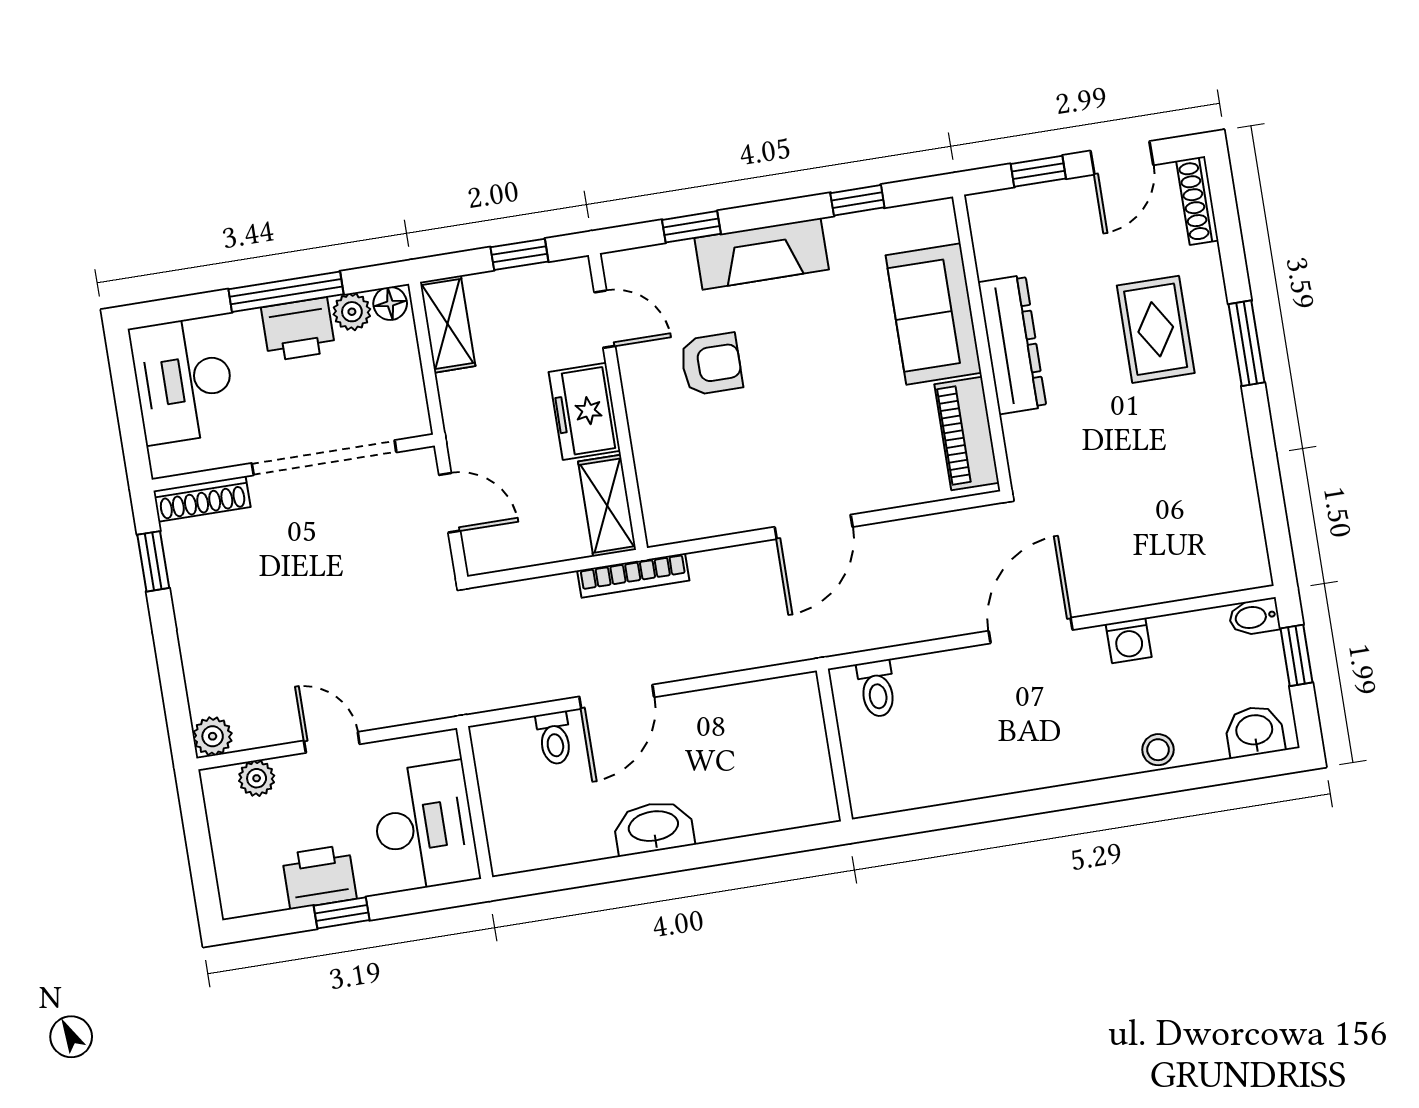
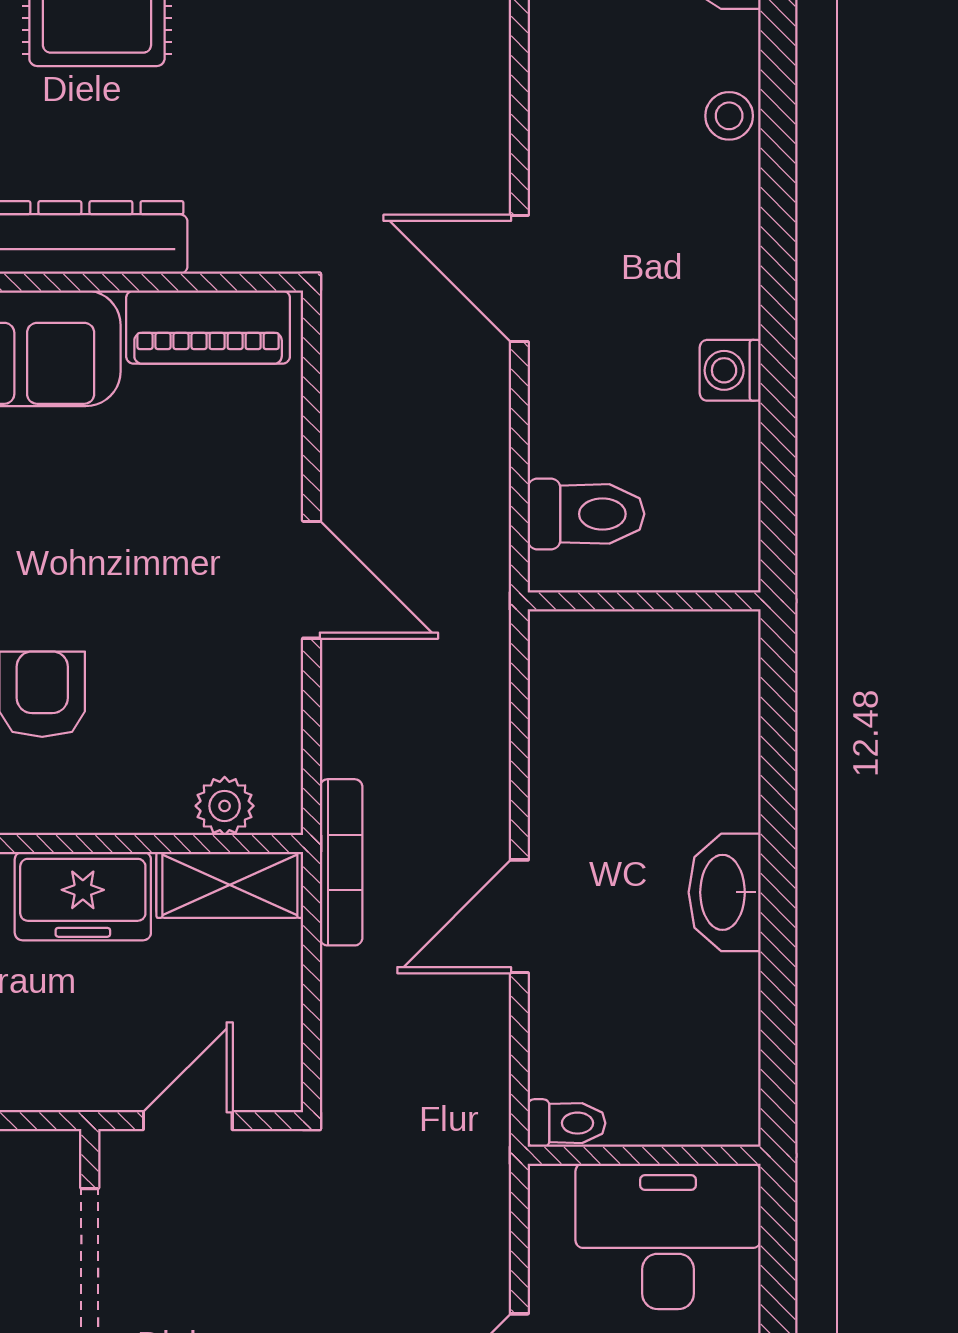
plant: (658, 494) -> (225, 806), added
washing machine: (1129, 641) -> (730, 370), moved, turned 180
toilet: (877, 689) -> (586, 514), width x1.37, depth x1.39
door: (617, 697) -> (519, 916), swing flipped
toilet: (554, 738) -> (567, 1123), moved

